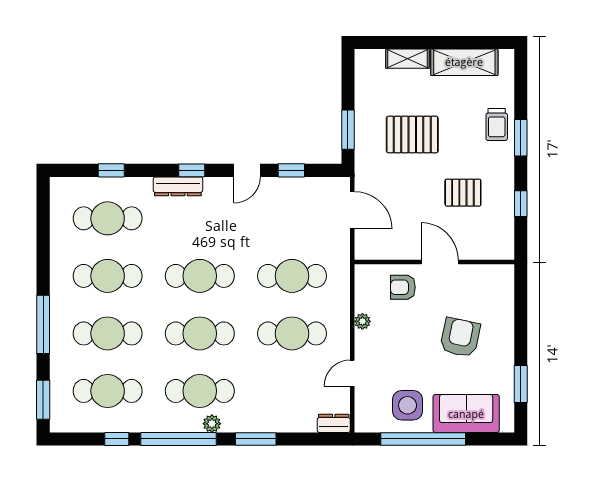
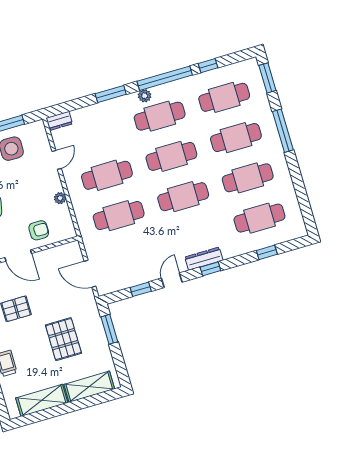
shelving: (408, 59) -> (89, 387), width x1.50, depth x1.33
pallet: (412, 135) -> (63, 339), turned 90
dresser: (178, 186) -> (204, 259), moved

